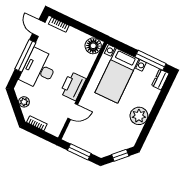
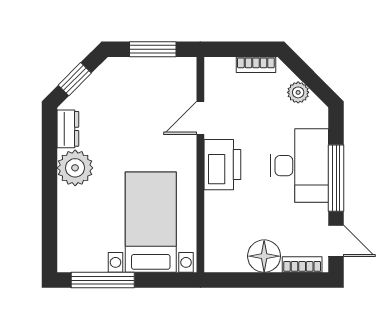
floor lamp: (93, 46) -> (264, 256), moved
dresser: (160, 79) -> (68, 129), moved

